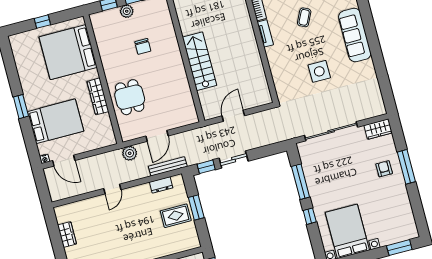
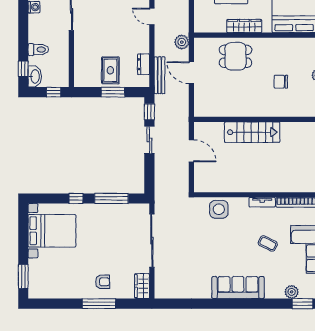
side table: (319, 71) -> (219, 209), moved

